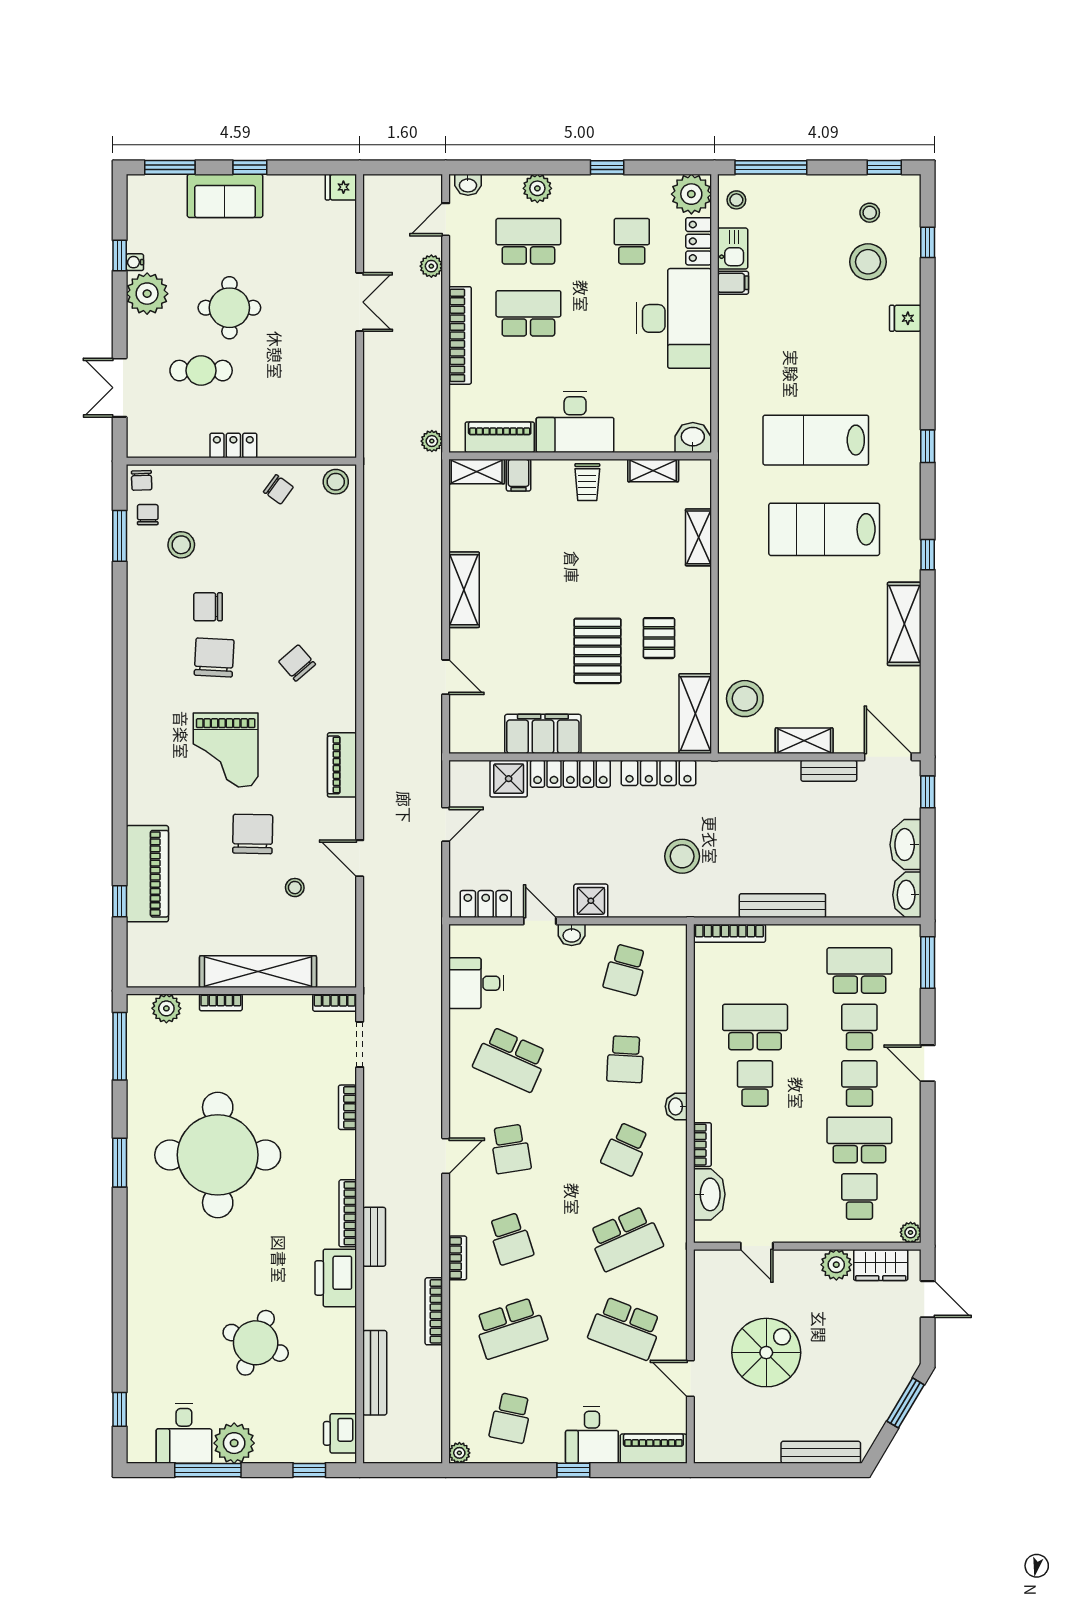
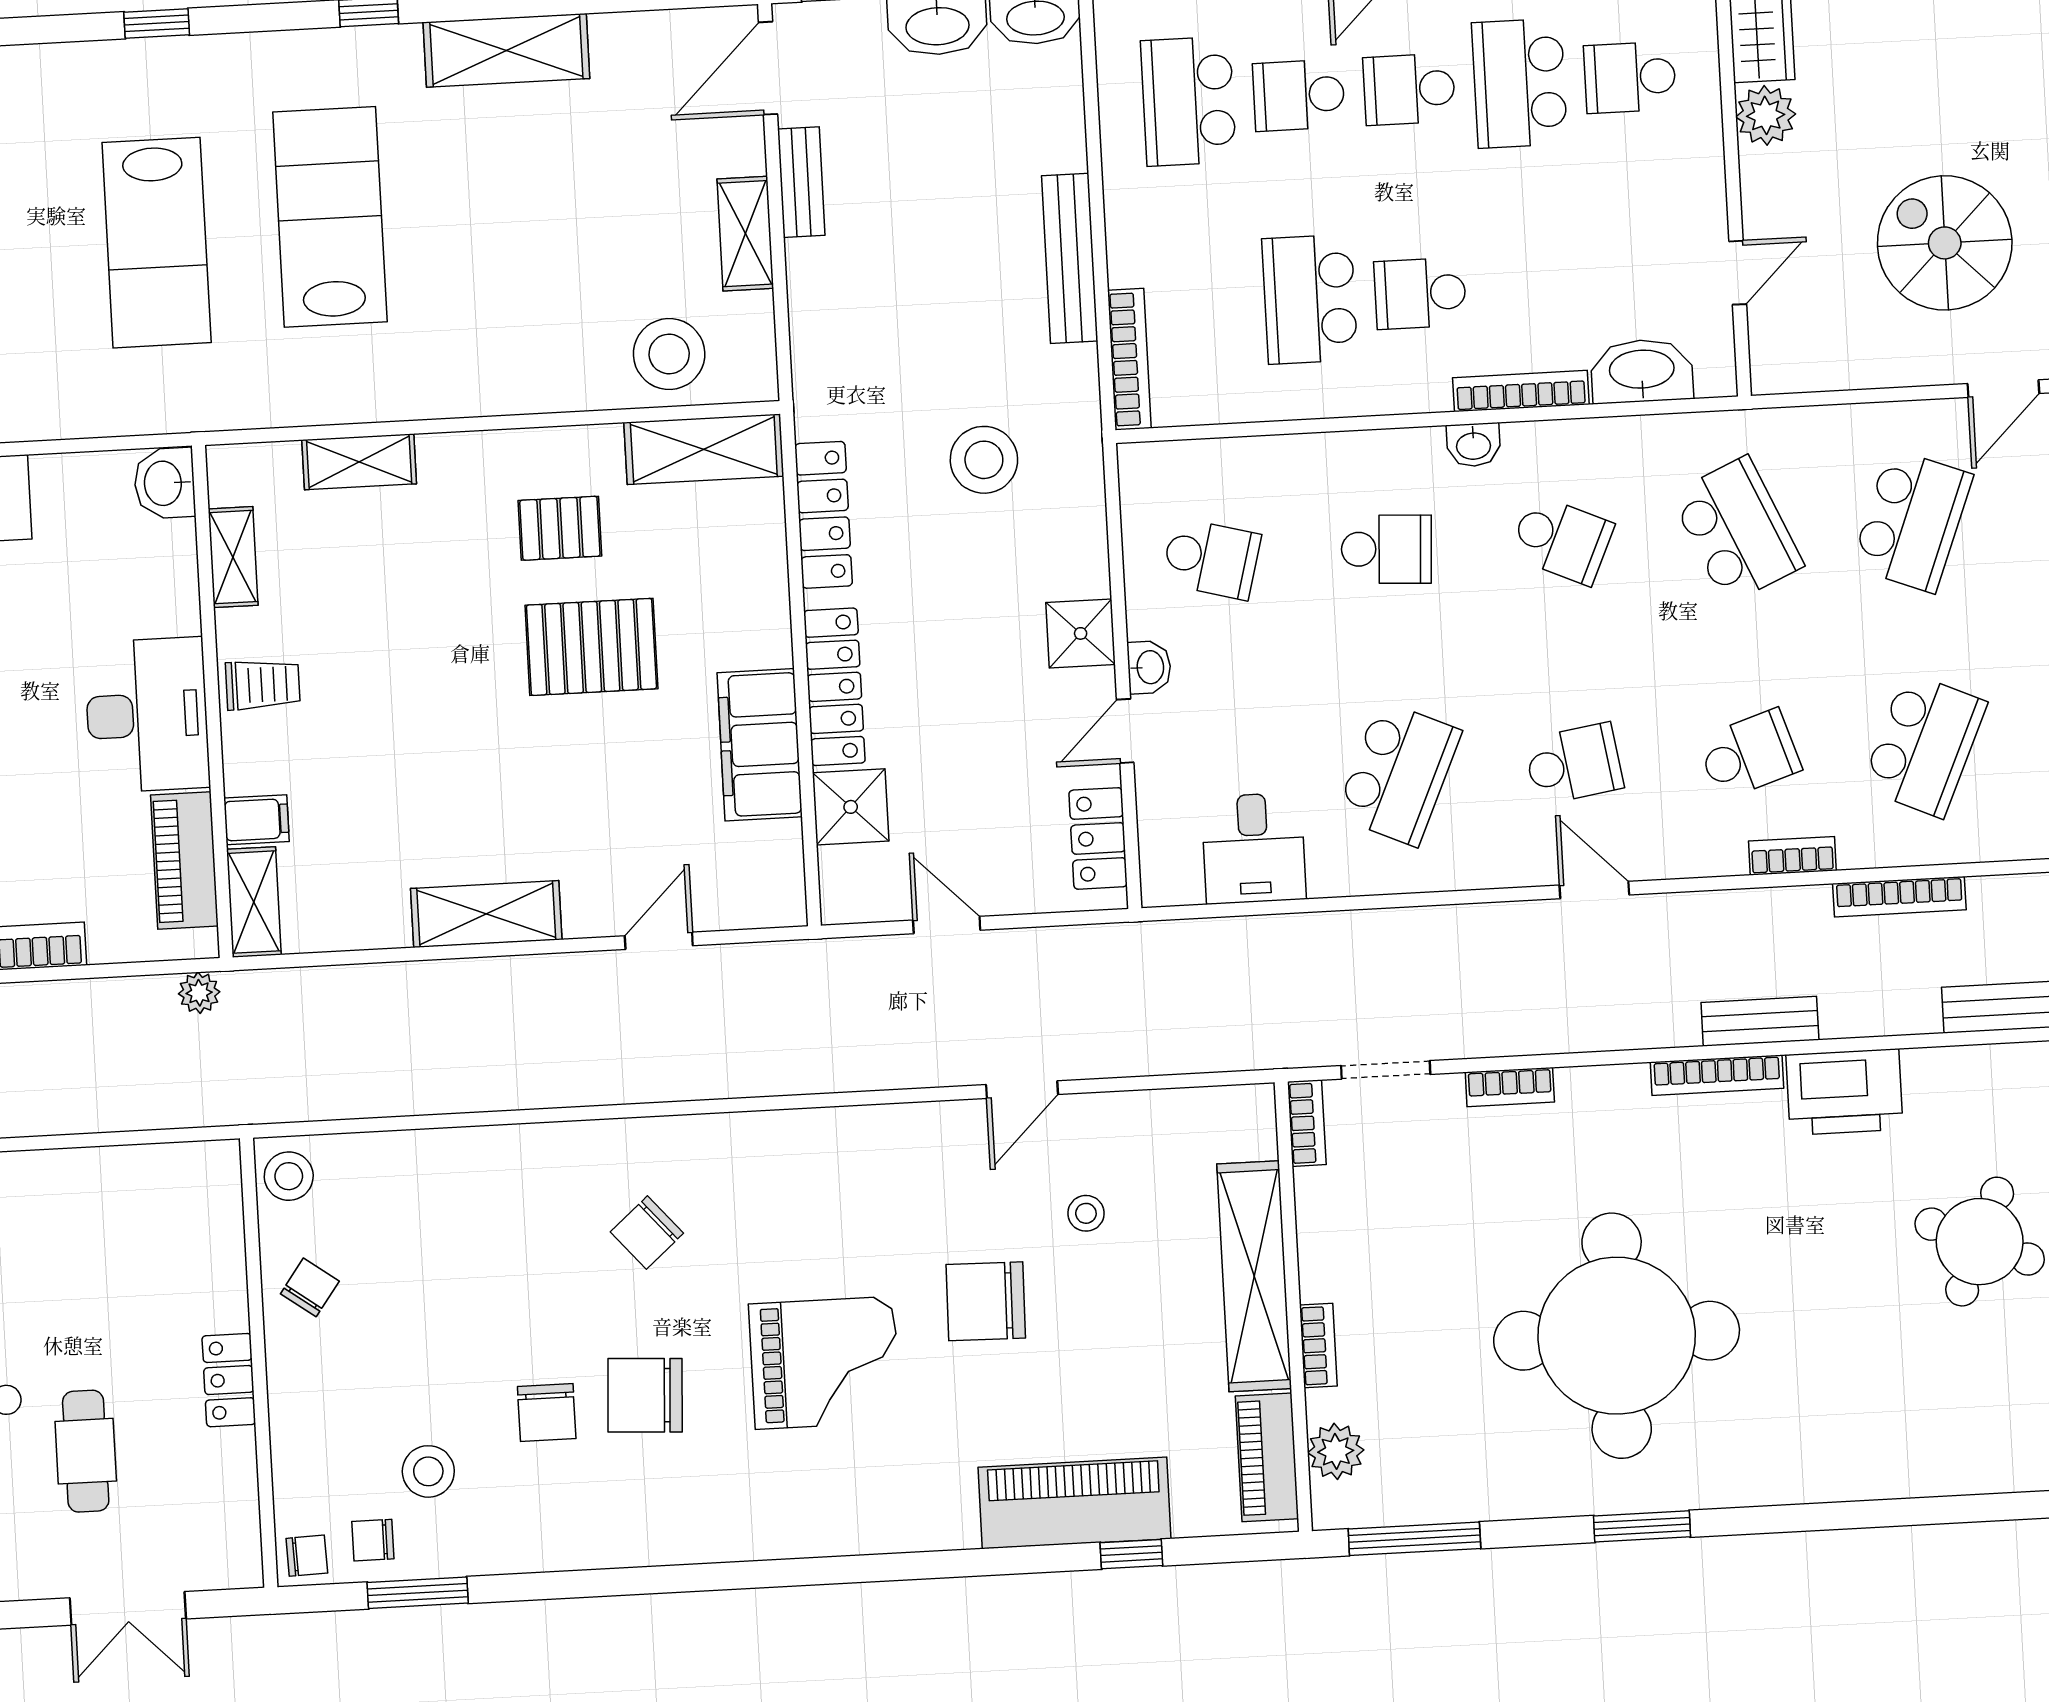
lab bench: (824, 529) -> (330, 217), turned 180
piano: (342, 765) -> (1267, 1457), moved, turned 90
bookcase: (702, 1145) -> (1521, 391), width x1.56
school desk: (511, 1328) -> (1924, 745), turned 42

